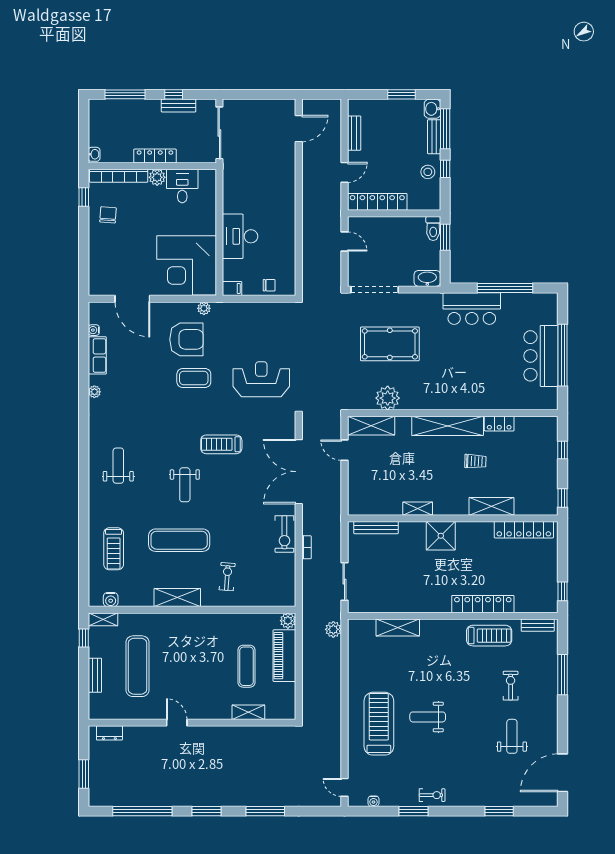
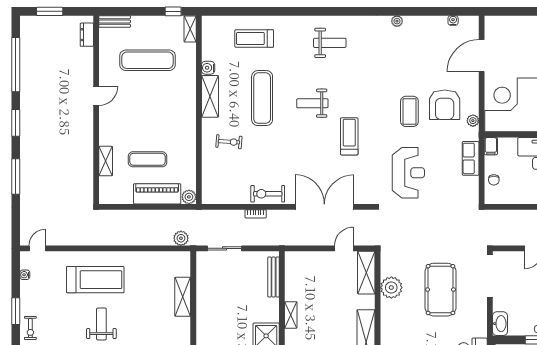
row of seats: (97, 355) -> (471, 158), moved, turned 90
water cooler: (111, 600) -> (208, 68), moved
bench: (95, 675) -> (115, 21), moved

